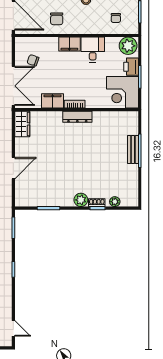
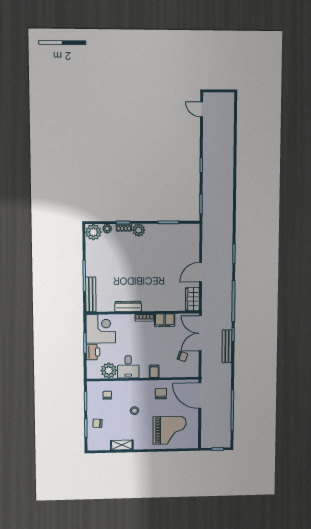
filing cabinet: (69, 44) -> (154, 371), width x0.50
plant: (128, 46) -> (109, 371), moved
dresser: (77, 117) -> (128, 306), moved
bench: (133, 150) -> (91, 294), moved, width x1.36
door: (13, 168) -> (201, 272), moved
plant: (130, 198) -> (93, 232), added

